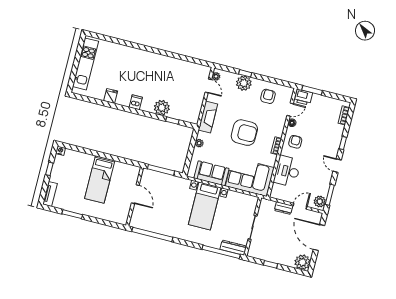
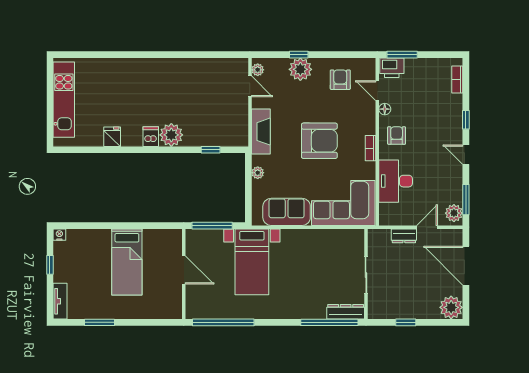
plant: (162, 108) -> (171, 135), moved
door: (290, 110) -> (377, 91), swing flipped
bed with nightstands: (205, 206) -> (252, 262), moved

